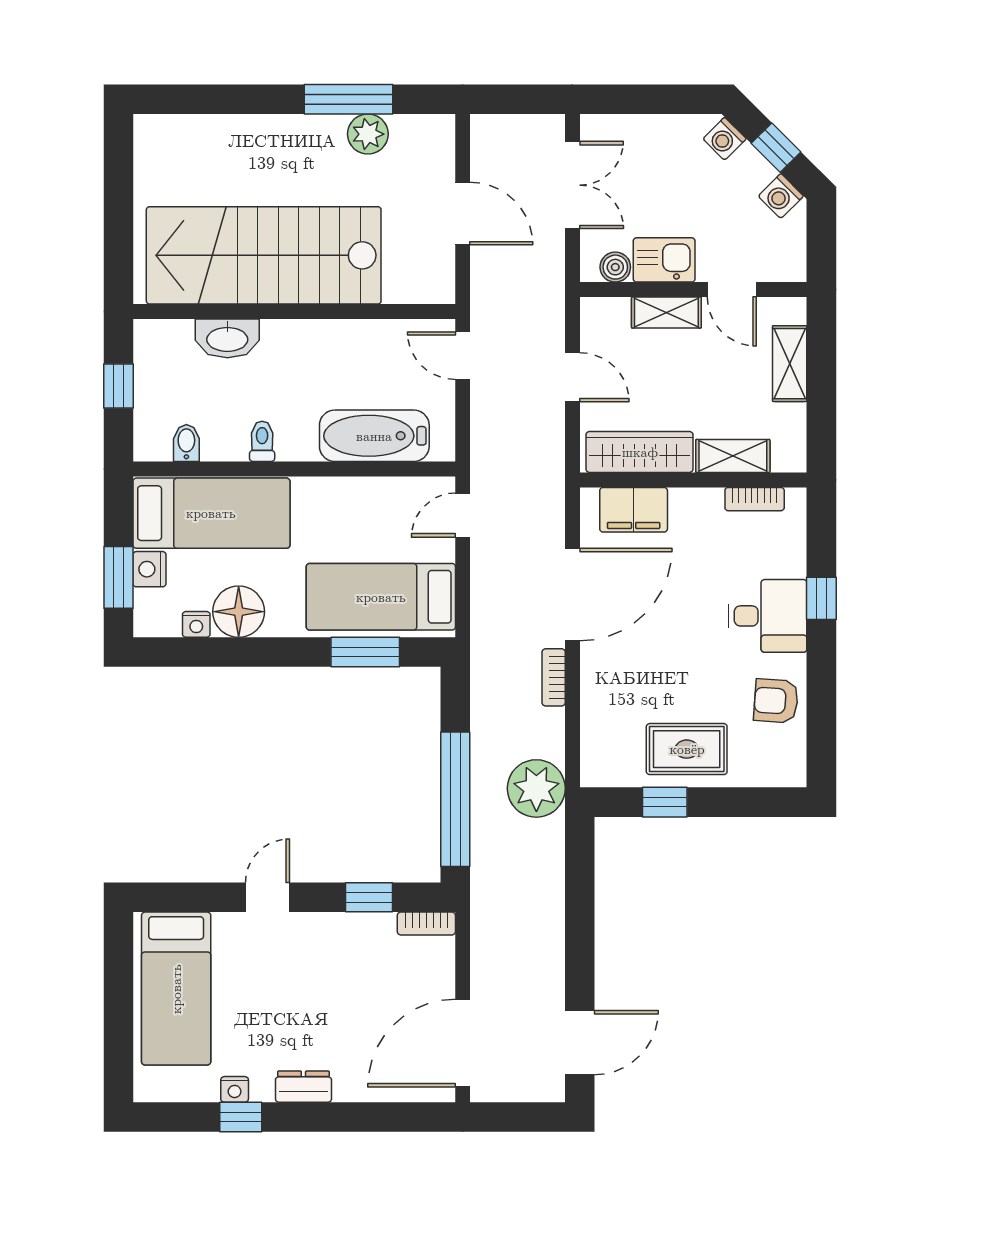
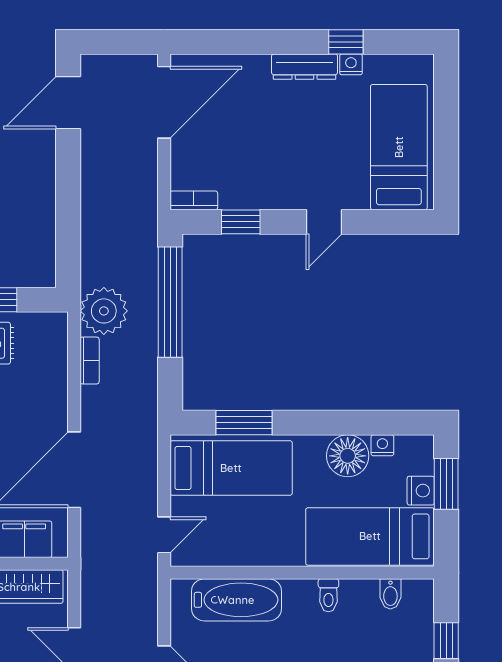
bookcase: (554, 677) -> (90, 360), moved
dresser: (303, 1087) -> (305, 67), width x1.44

